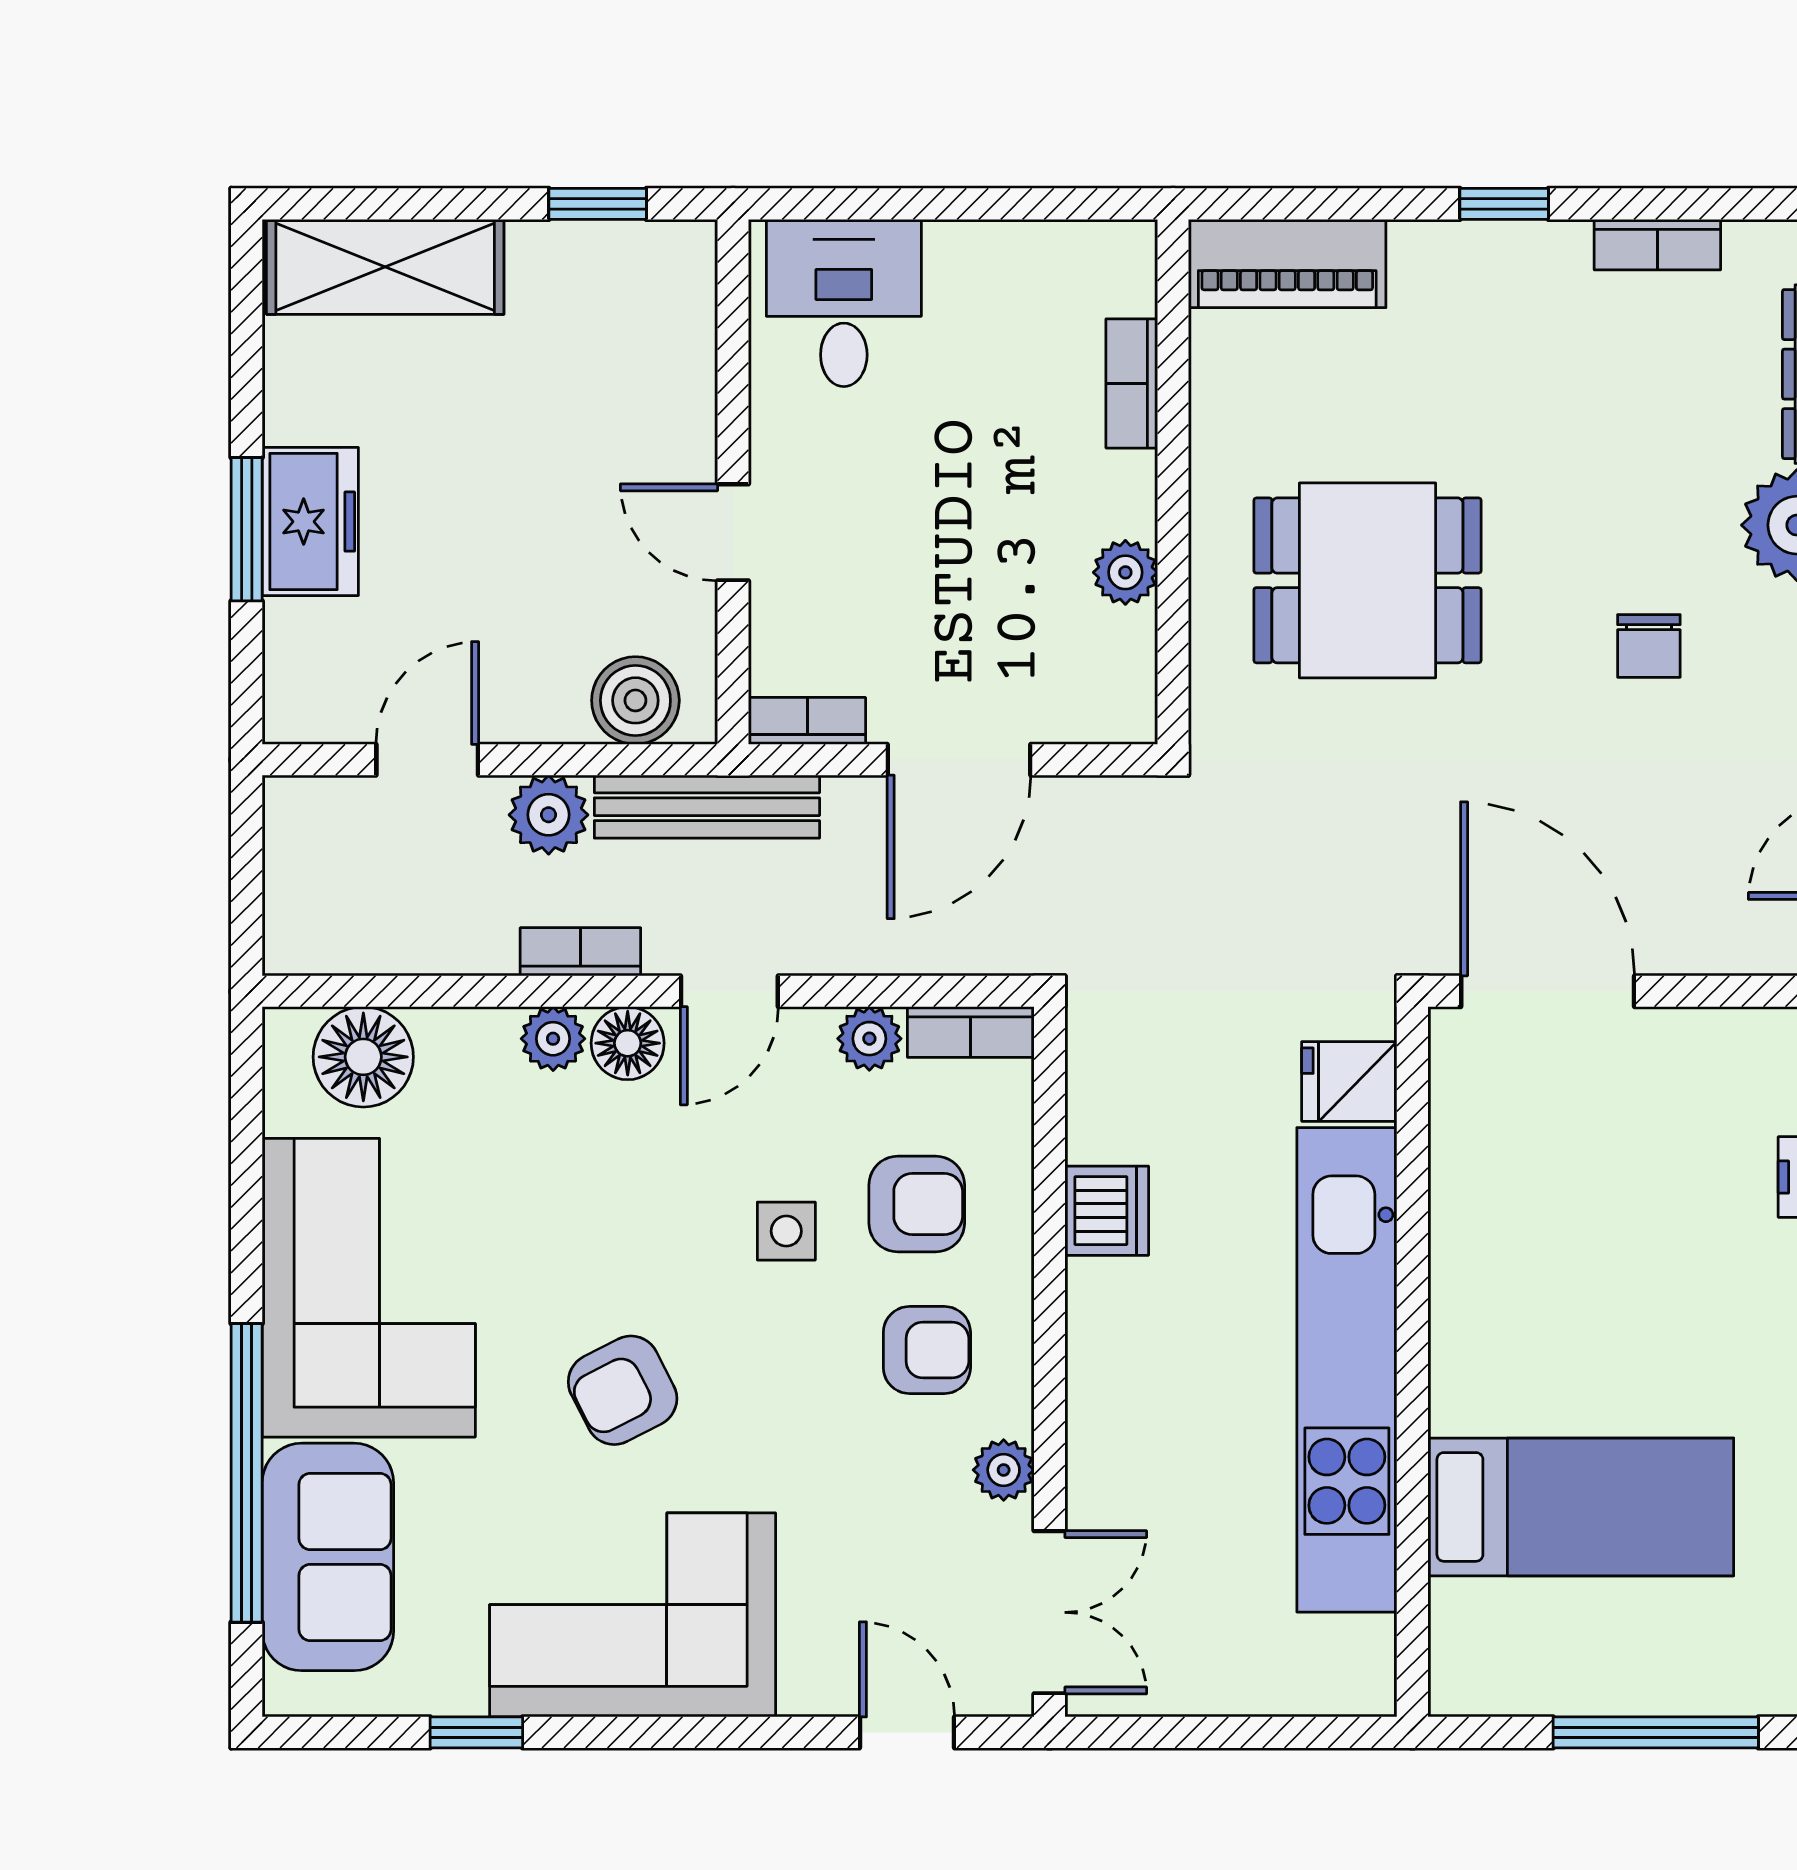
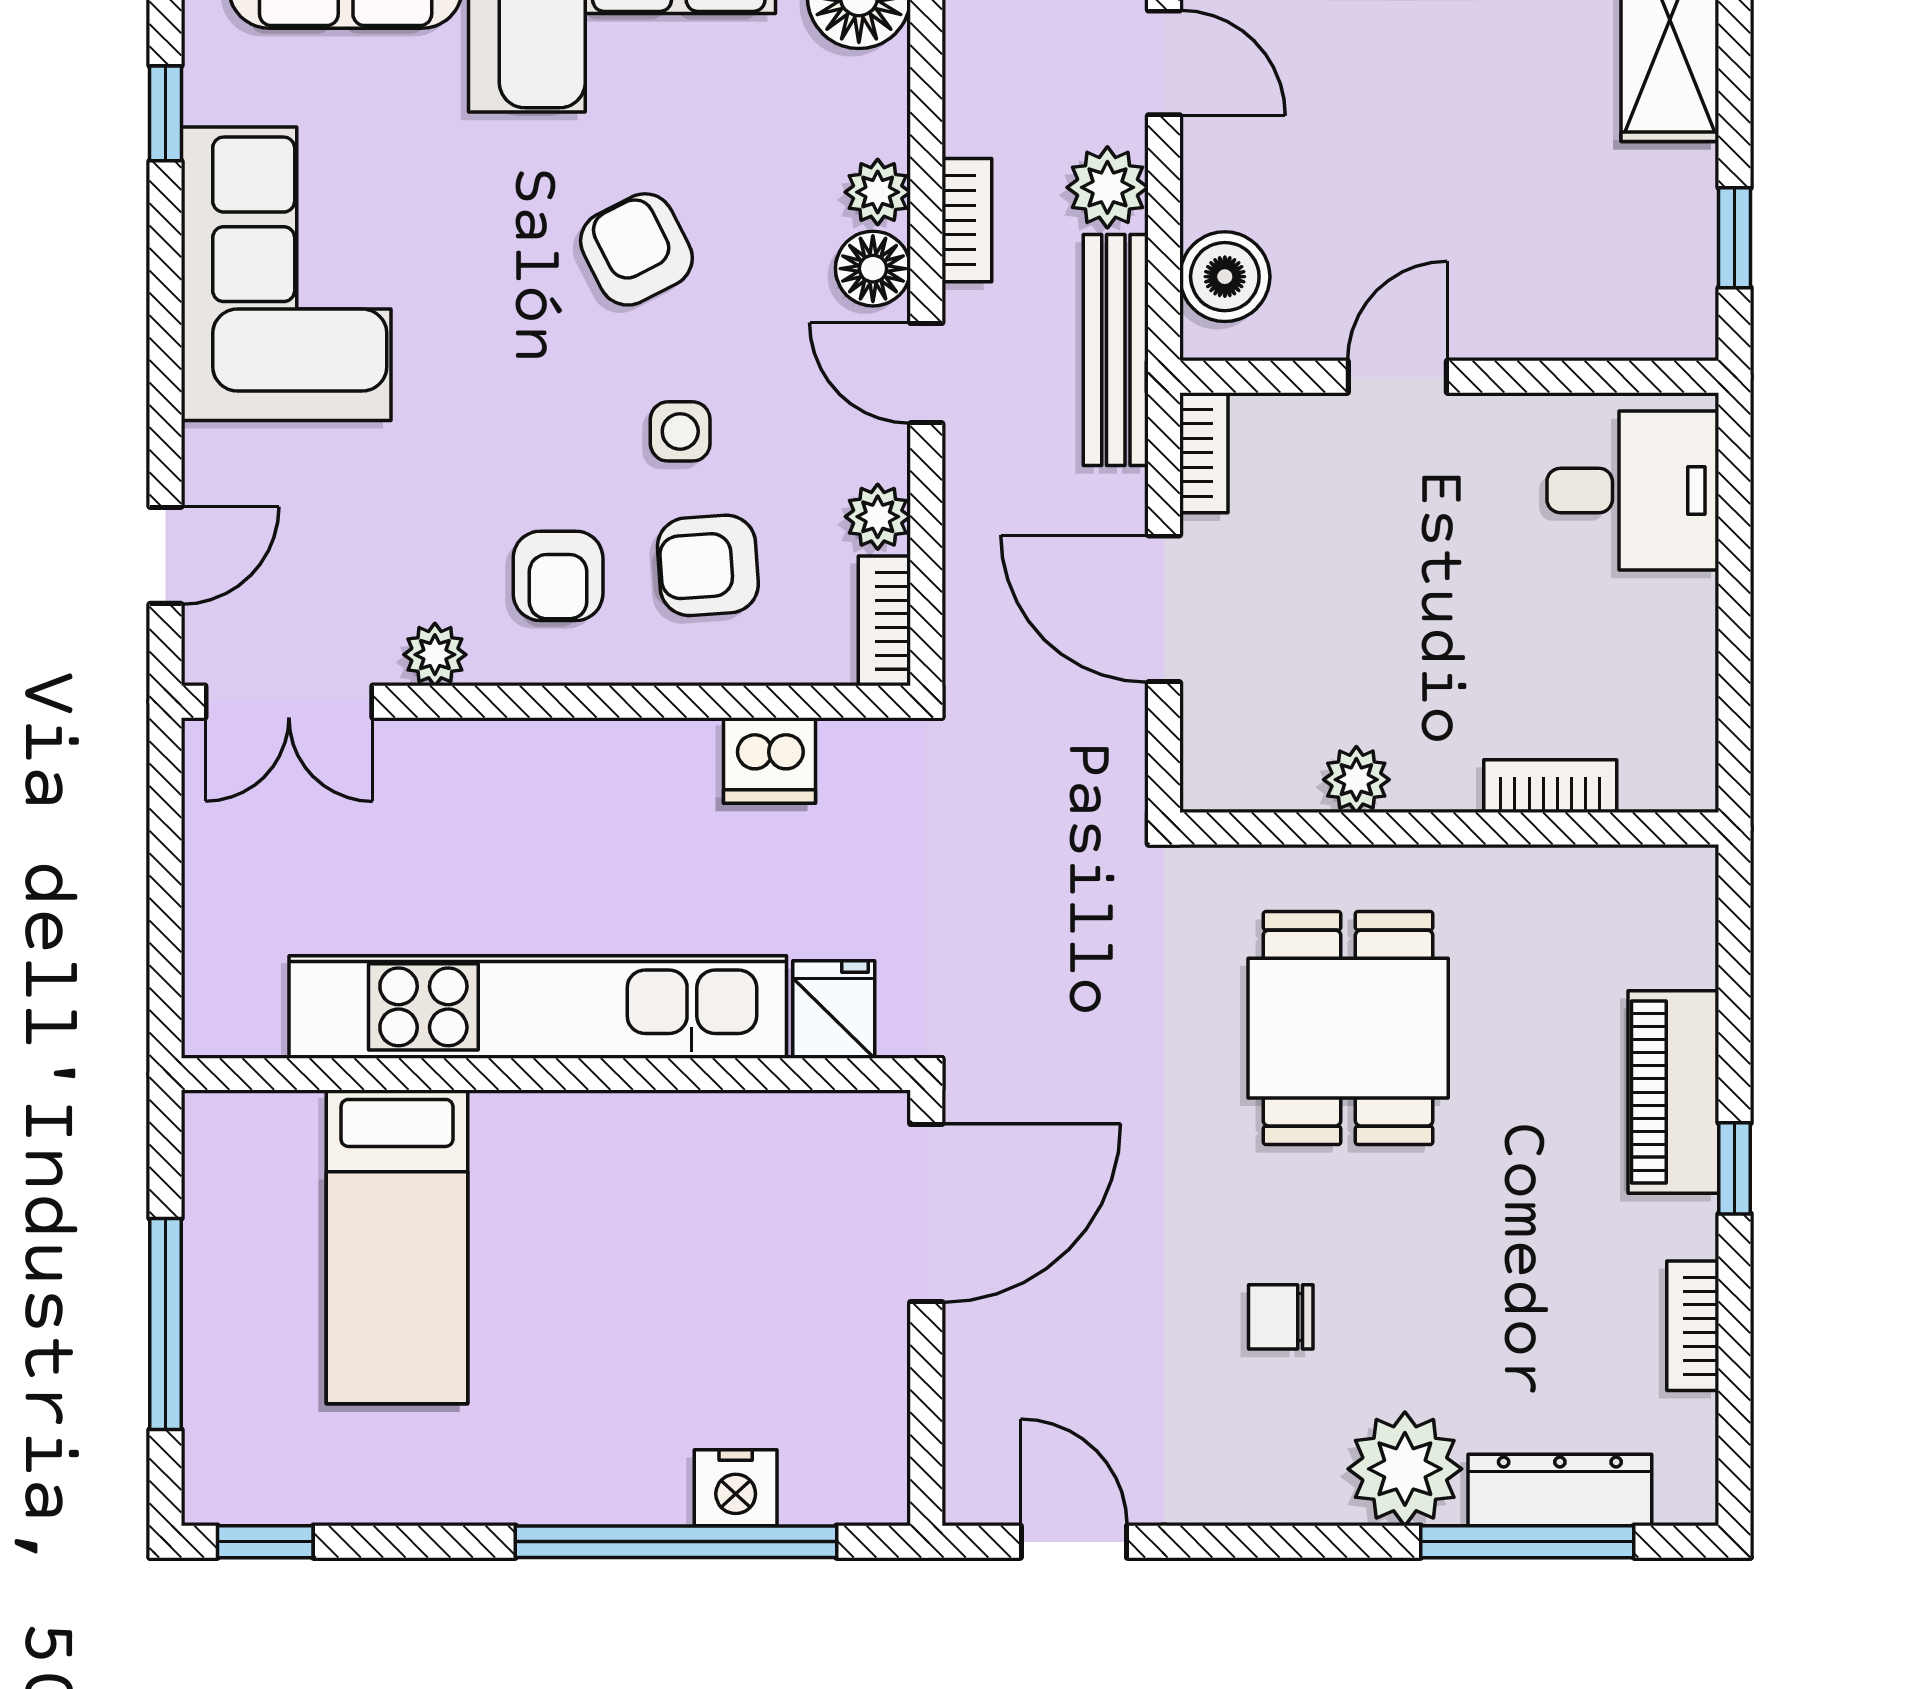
piano: (1287, 263) -> (1673, 1092), moved
armchair: (917, 1204) -> (708, 565), turned 86
dishwasher: (1107, 1211) -> (769, 760), moved
armchair: (623, 1390) -> (636, 249), moved

